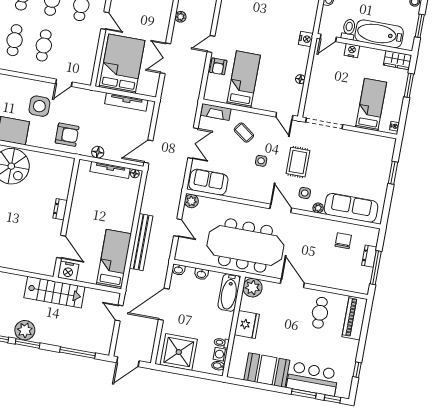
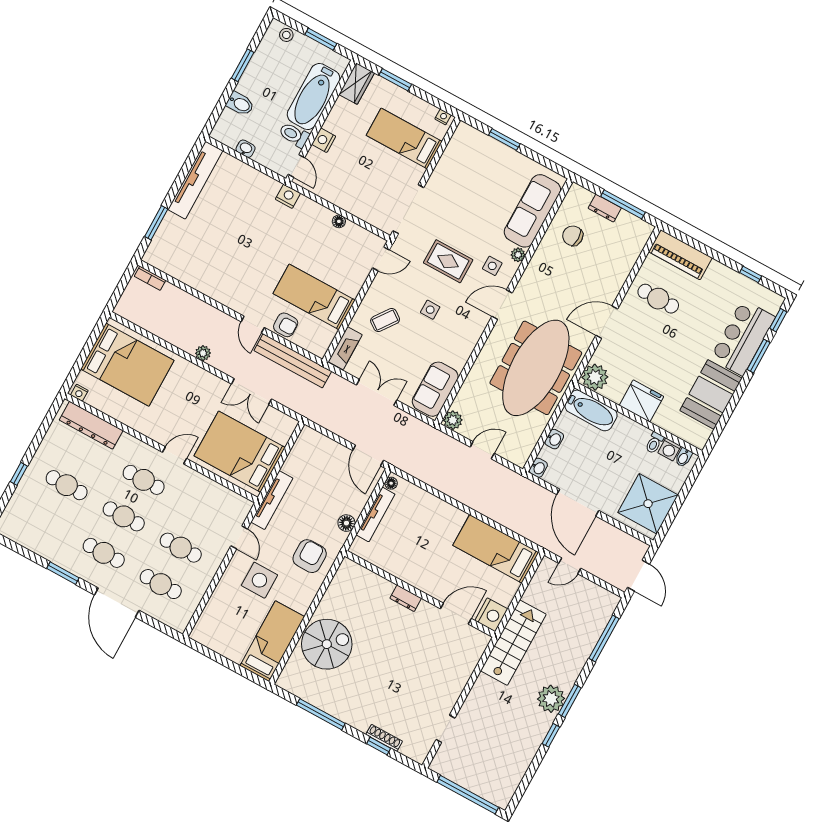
tv unit: (126, 102) -> (272, 500), moved
bench: (141, 242) -> (293, 361), moved

